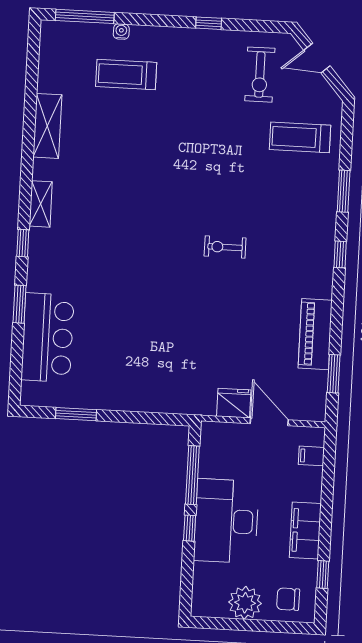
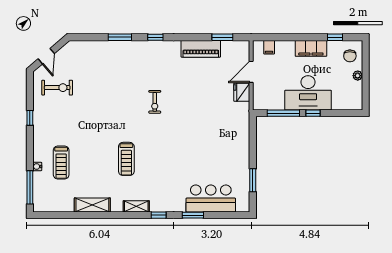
treadmill: (300, 137) -> (126, 159), moved
plant: (245, 603) -> (358, 76), width x0.53, depth x0.53

